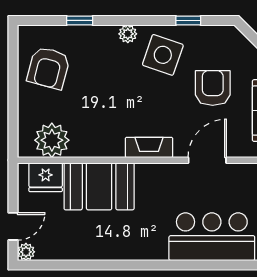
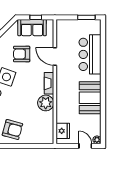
plant: (52, 140) -> (46, 103), moved
booth: (99, 186) -> (90, 98), moved

